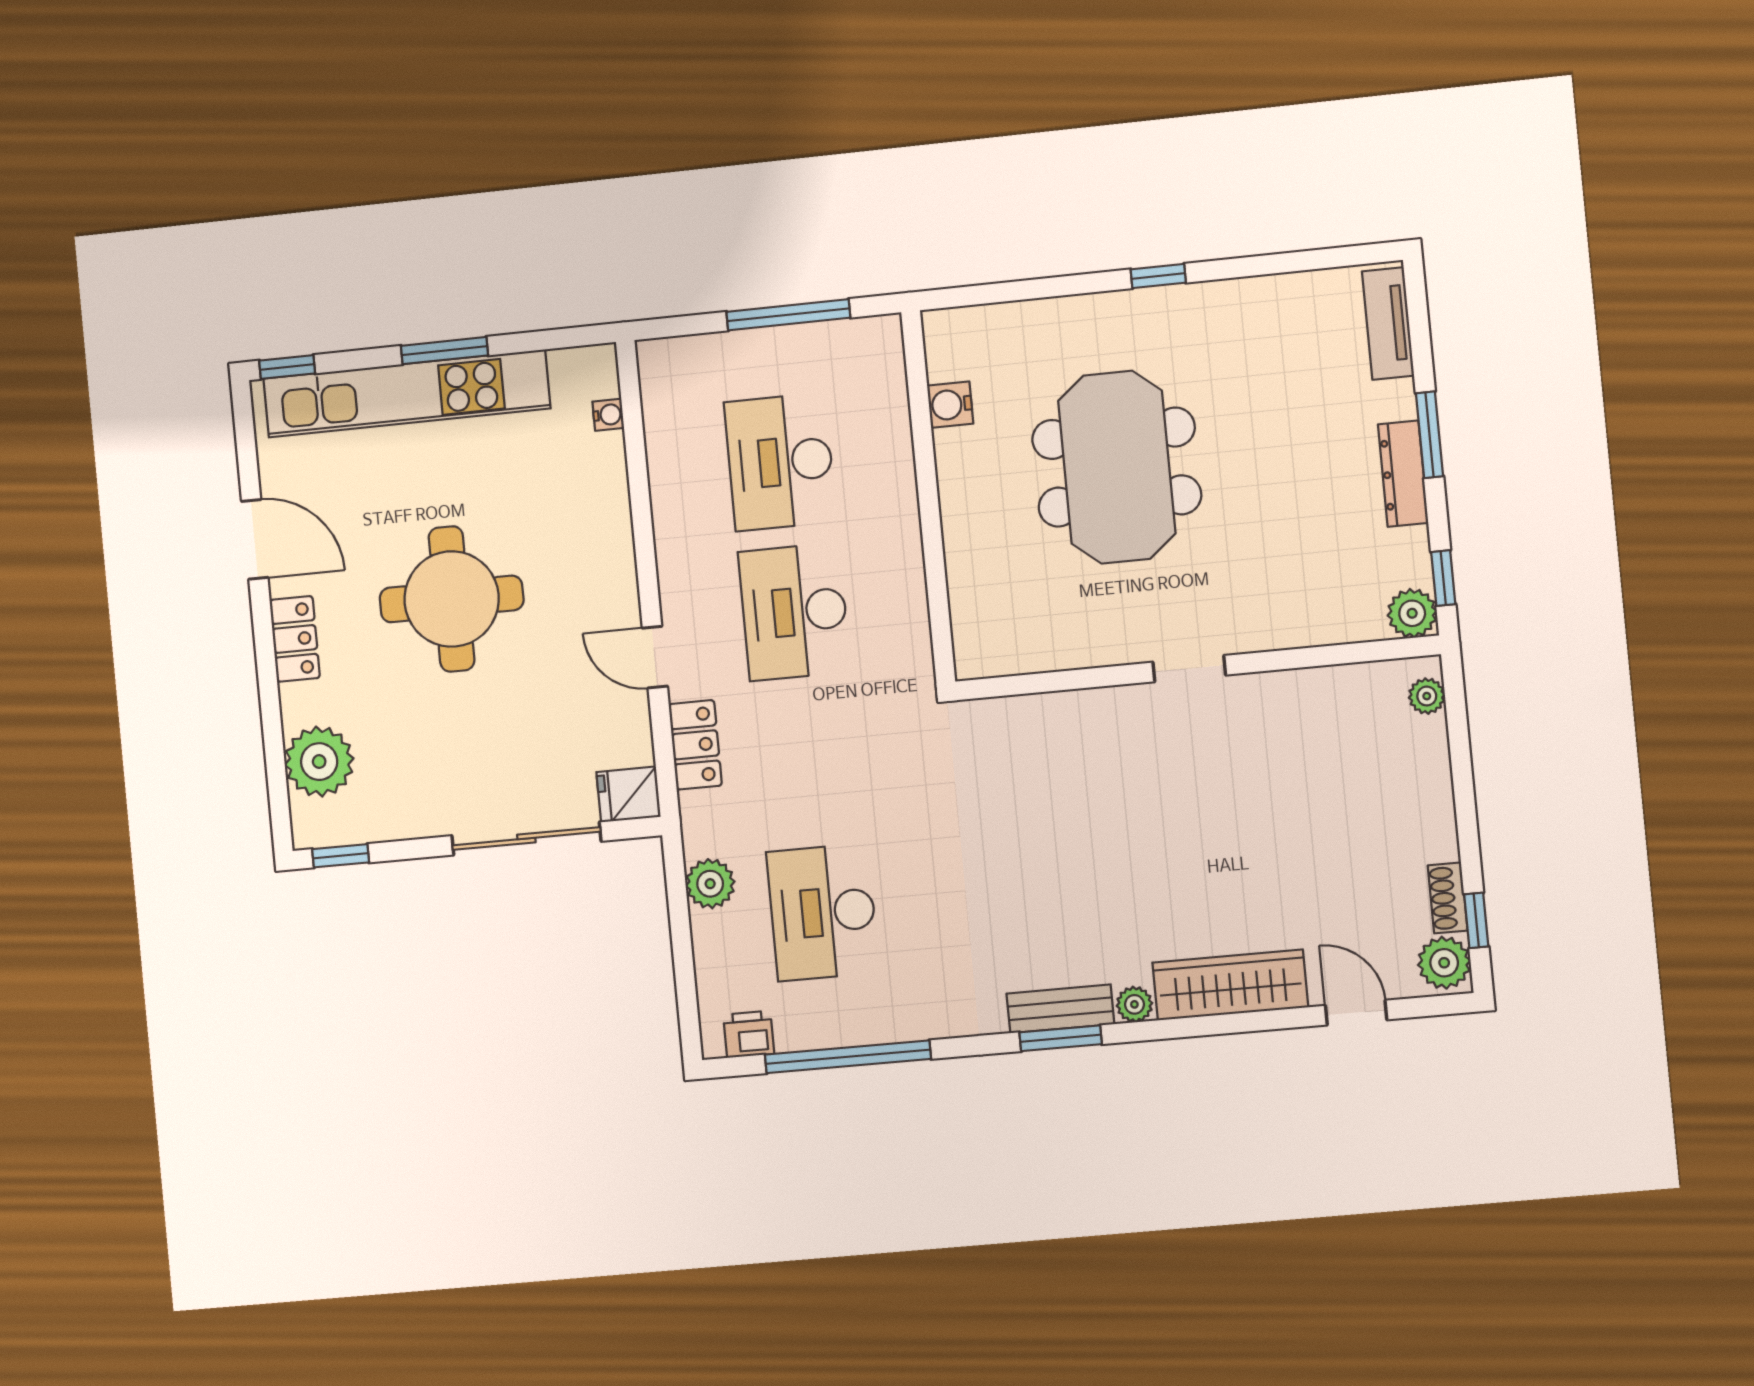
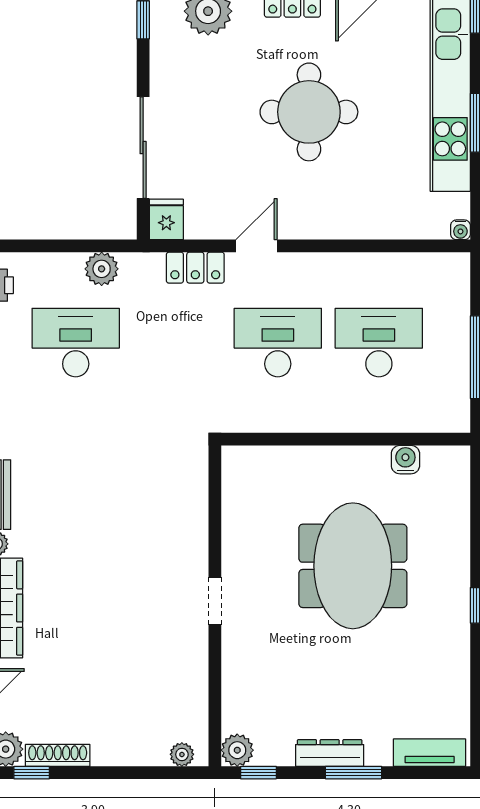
water cooler: (608, 415) -> (460, 230), moved
meeting table: (1117, 467) -> (353, 566), turned 90
shoe rack: (1448, 898) -> (58, 755), width x1.43

